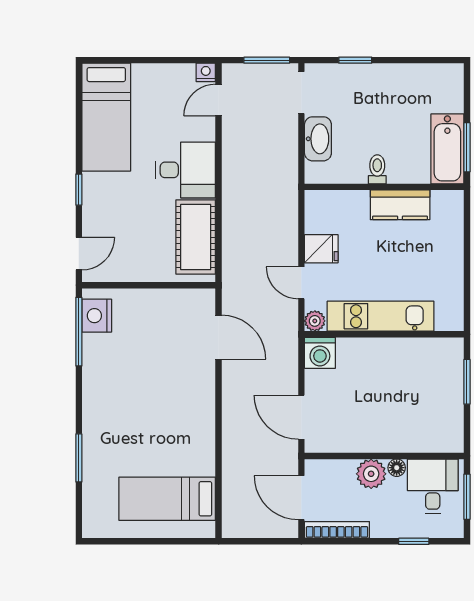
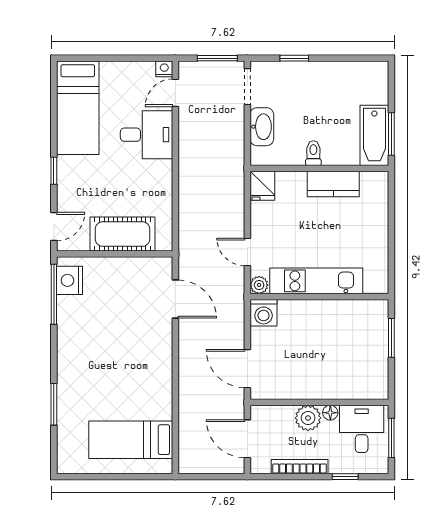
desk: (185, 170) -> (147, 135), moved
cot: (196, 237) -> (123, 234), moved, turned 90
fridge: (321, 249) -> (262, 186), moved, turned 90
bookcase: (337, 530) -> (300, 467), moved

